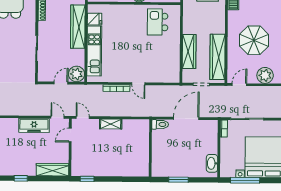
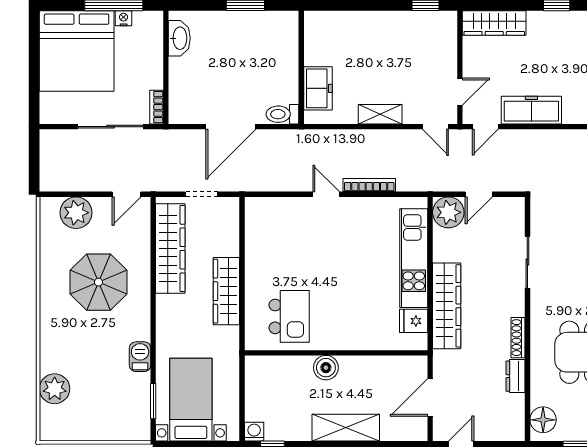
wardrobe: (189, 51) -> (226, 291), moved
door: (57, 117) -> (485, 127), hinge flipped
freezer: (142, 137) -> (318, 88), added

